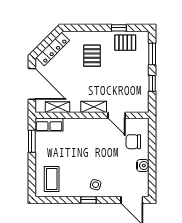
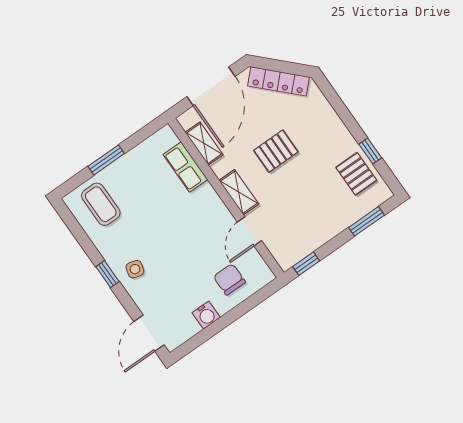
pallet: (92, 56) -> (276, 151), moved
window: (152, 83) -> (306, 264), moved
row of seats: (49, 124) -> (185, 167), moved
window: (32, 141) -> (106, 160), moved
coffee table: (52, 179) -> (101, 204), turned 90

